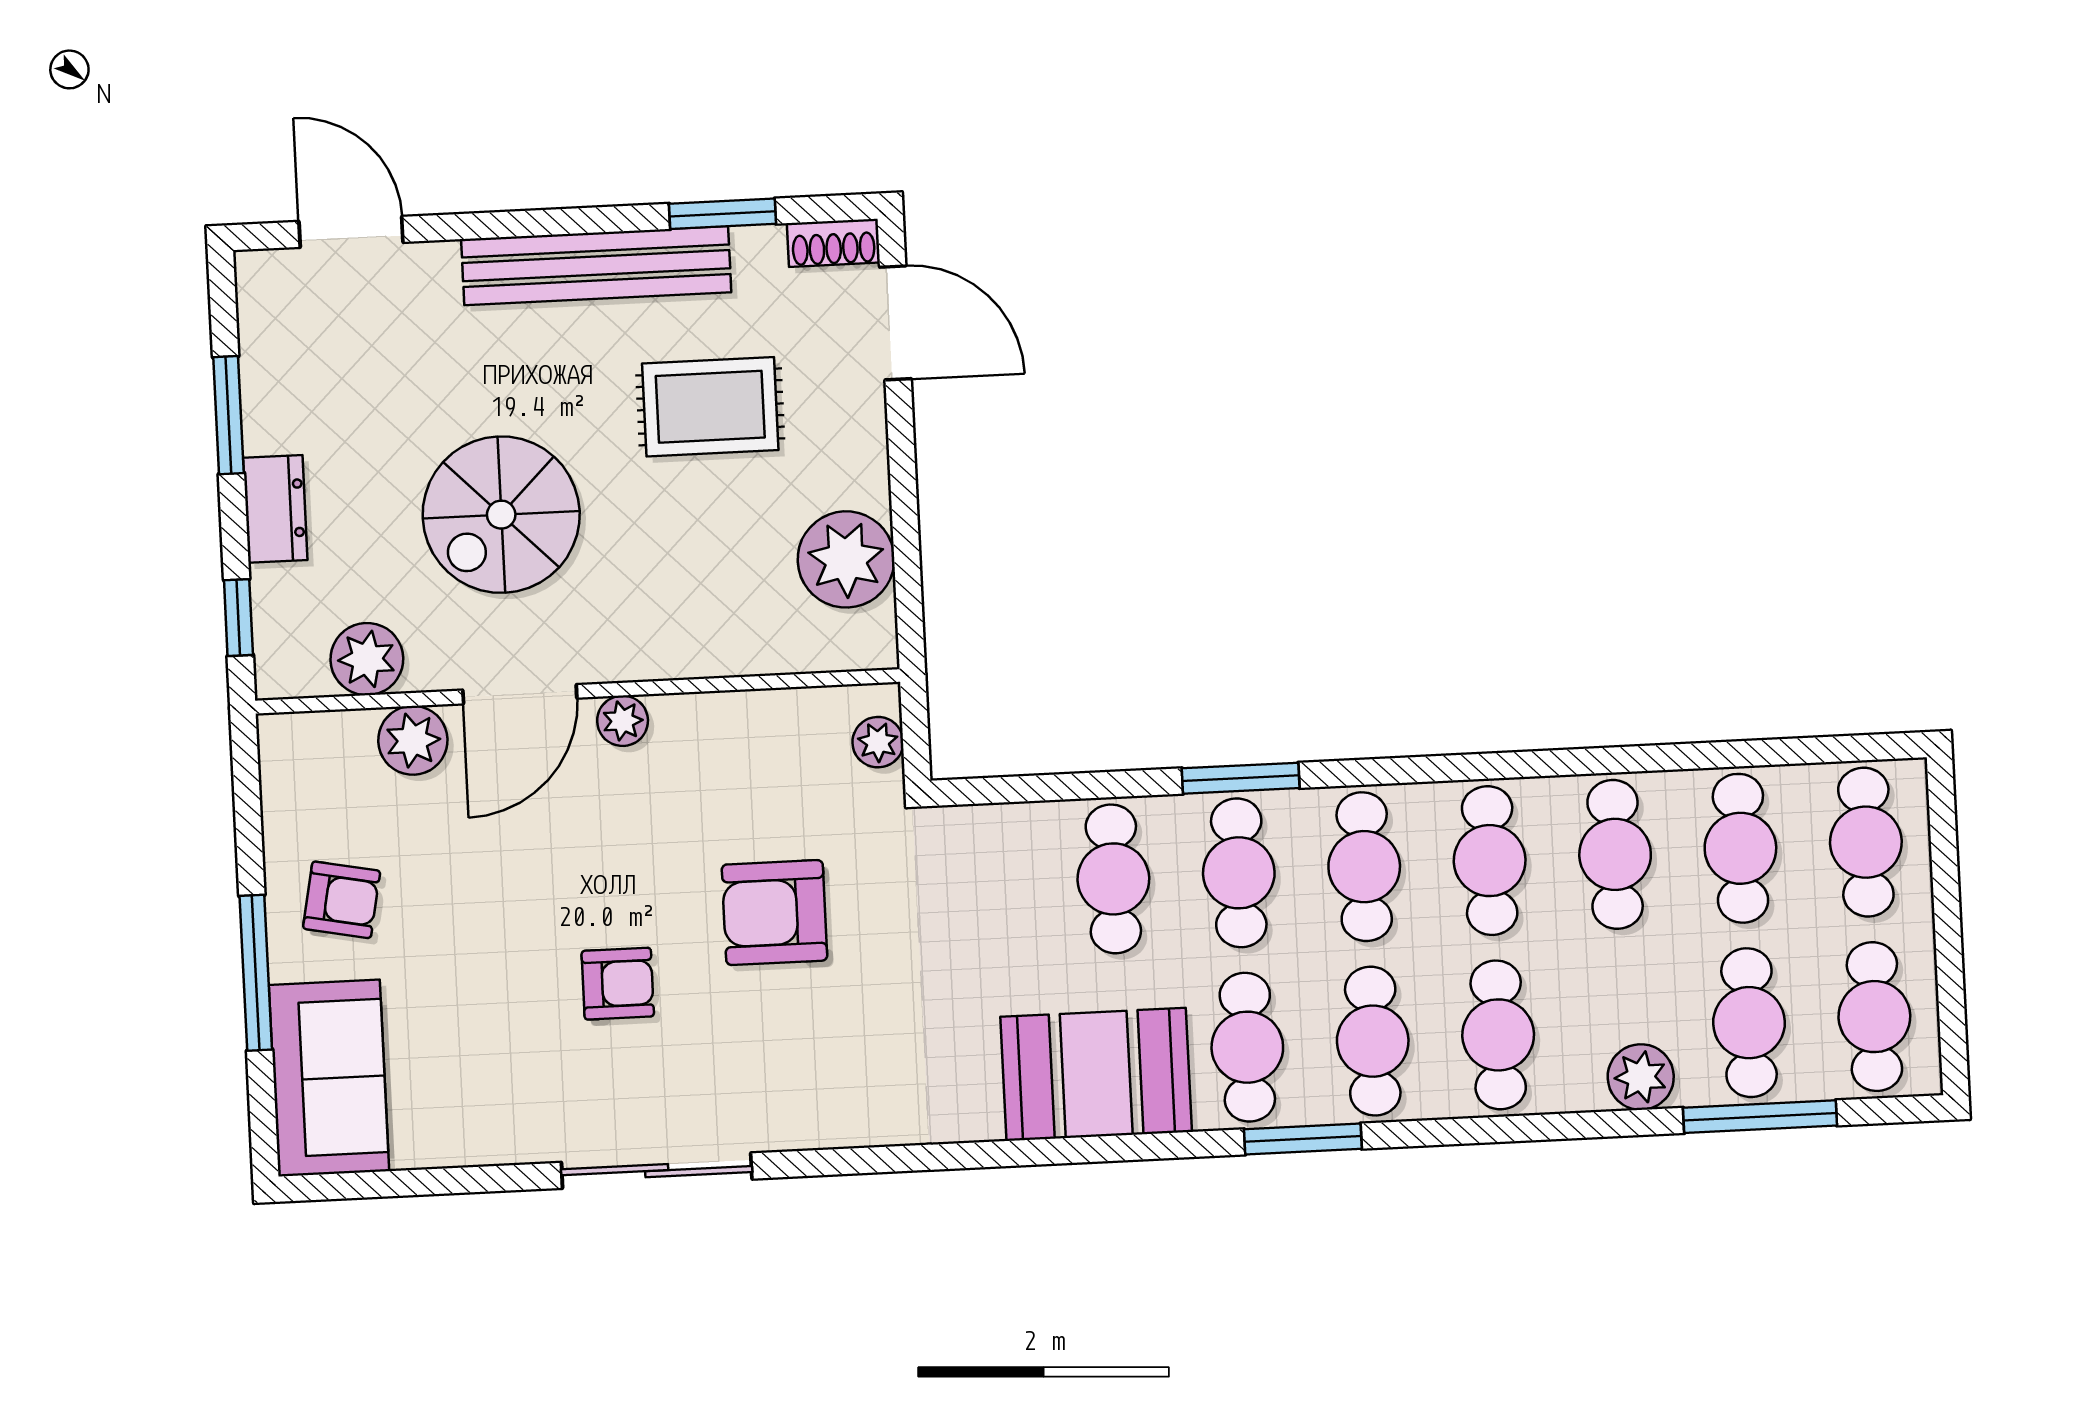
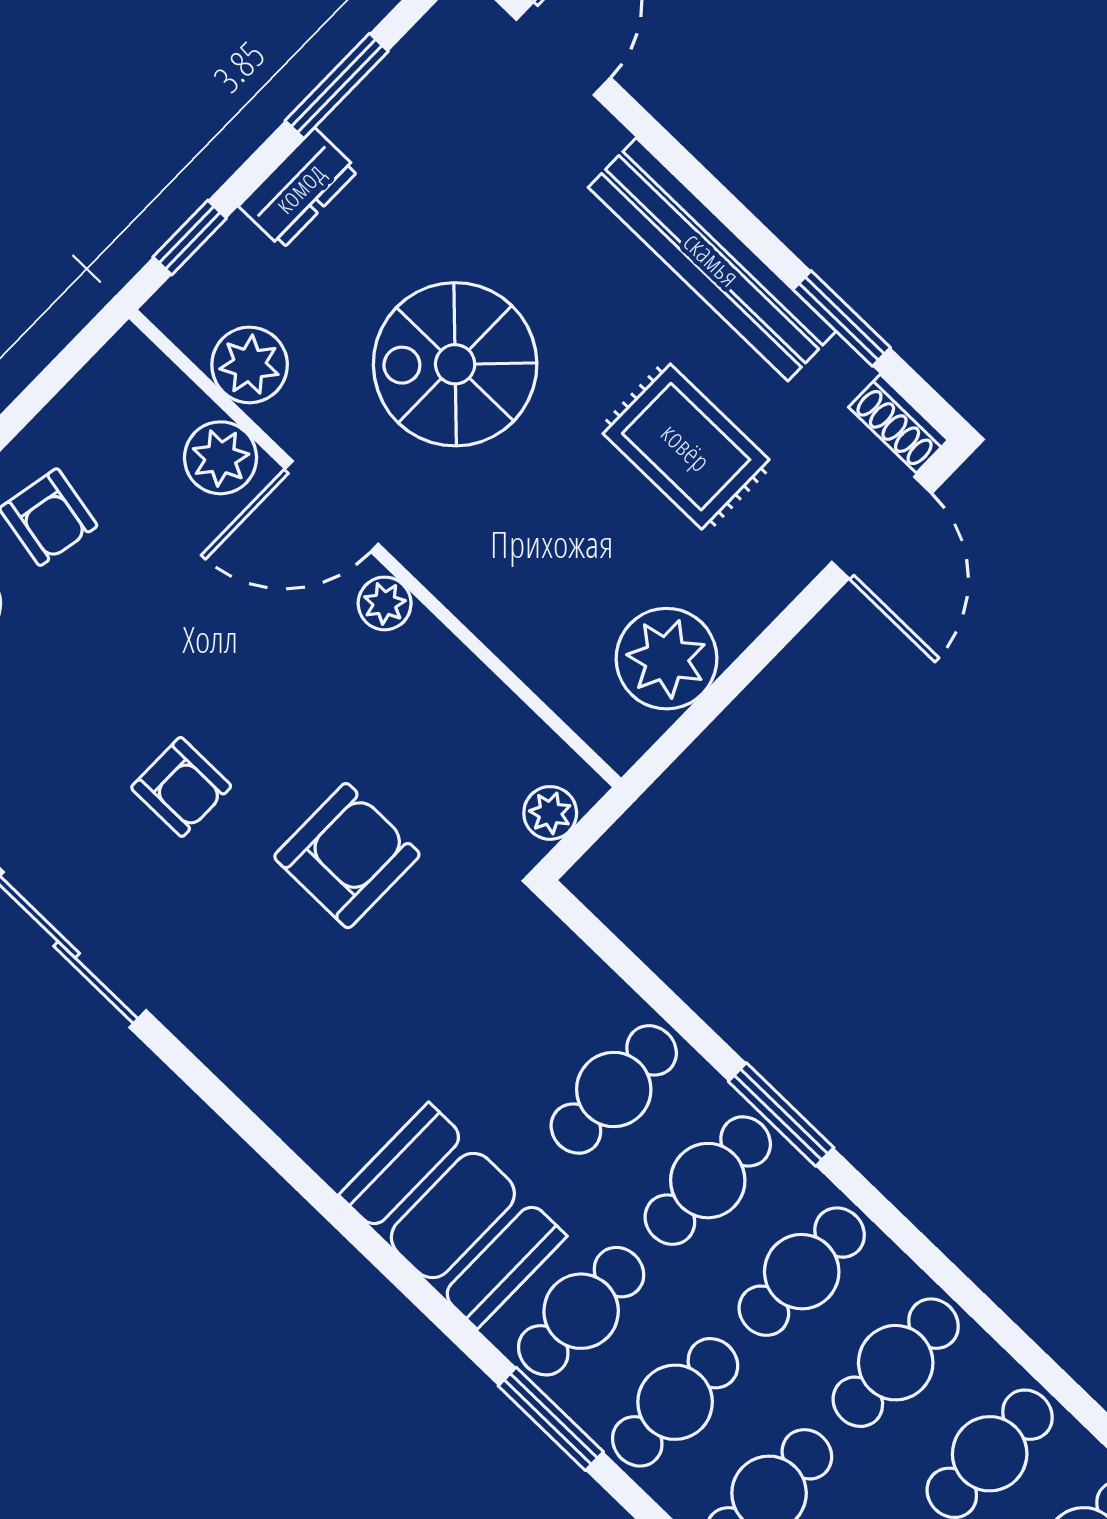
armchair: (775, 913) -> (347, 856), turned 90

